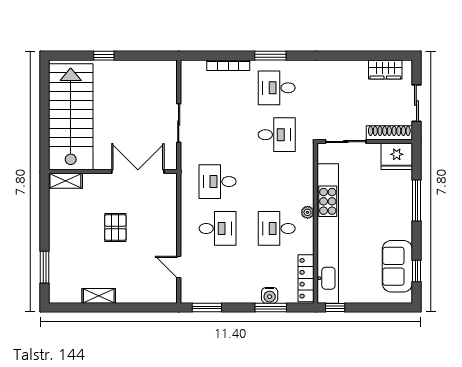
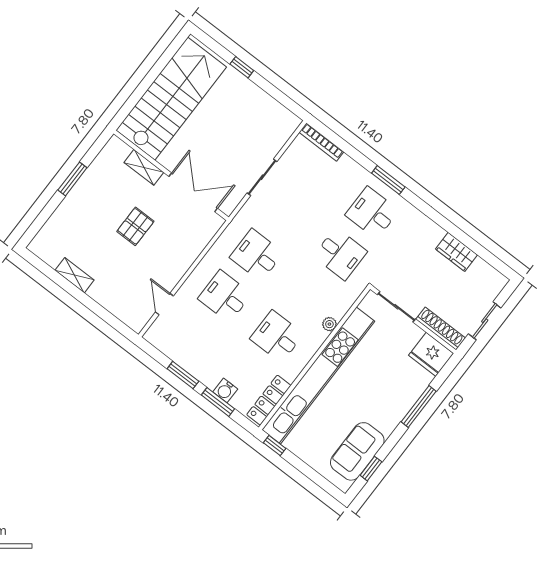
bookcase: (228, 65) -> (321, 142), moved
wardrobe: (385, 69) -> (456, 252), moved
shelving: (65, 181) -> (144, 167), moved
plant: (308, 212) -> (329, 324), moved
desk: (218, 228) -> (225, 296), turned 180
window: (44, 267) -> (72, 179), moved
window: (207, 308) -> (183, 375), moved

